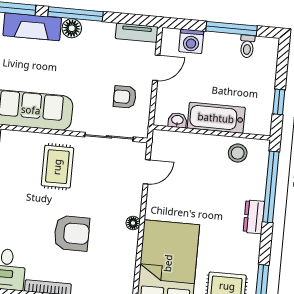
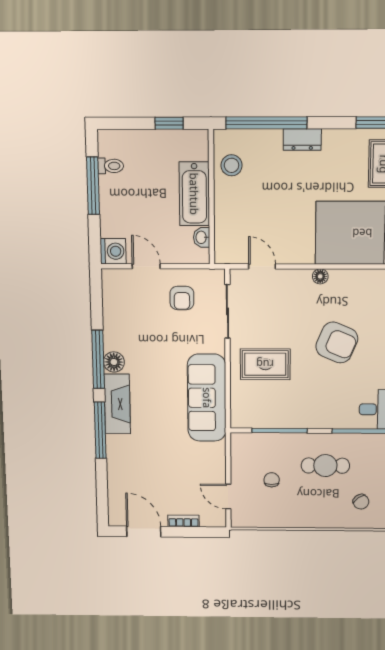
tv unit: (137, 33) -> (110, 291), removed
washing machine: (191, 41) -> (113, 251), moved
armchair: (72, 233) -> (337, 343), turned 113

